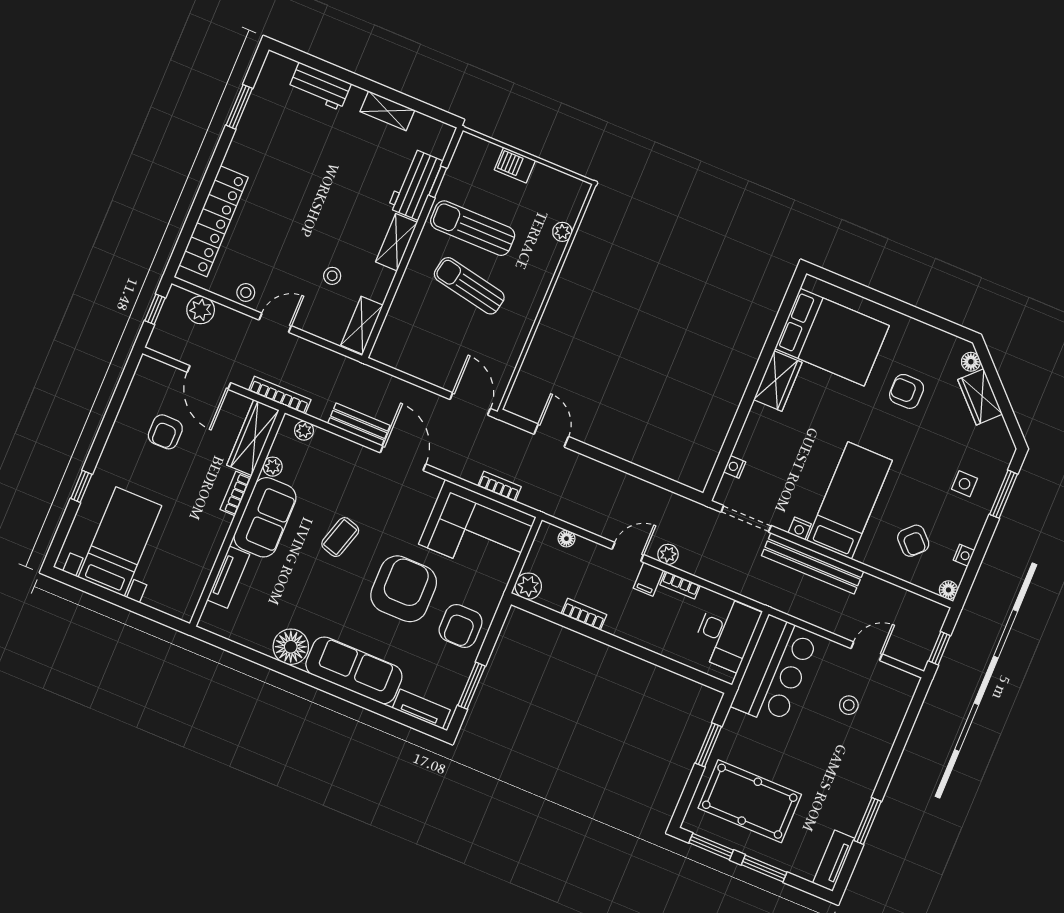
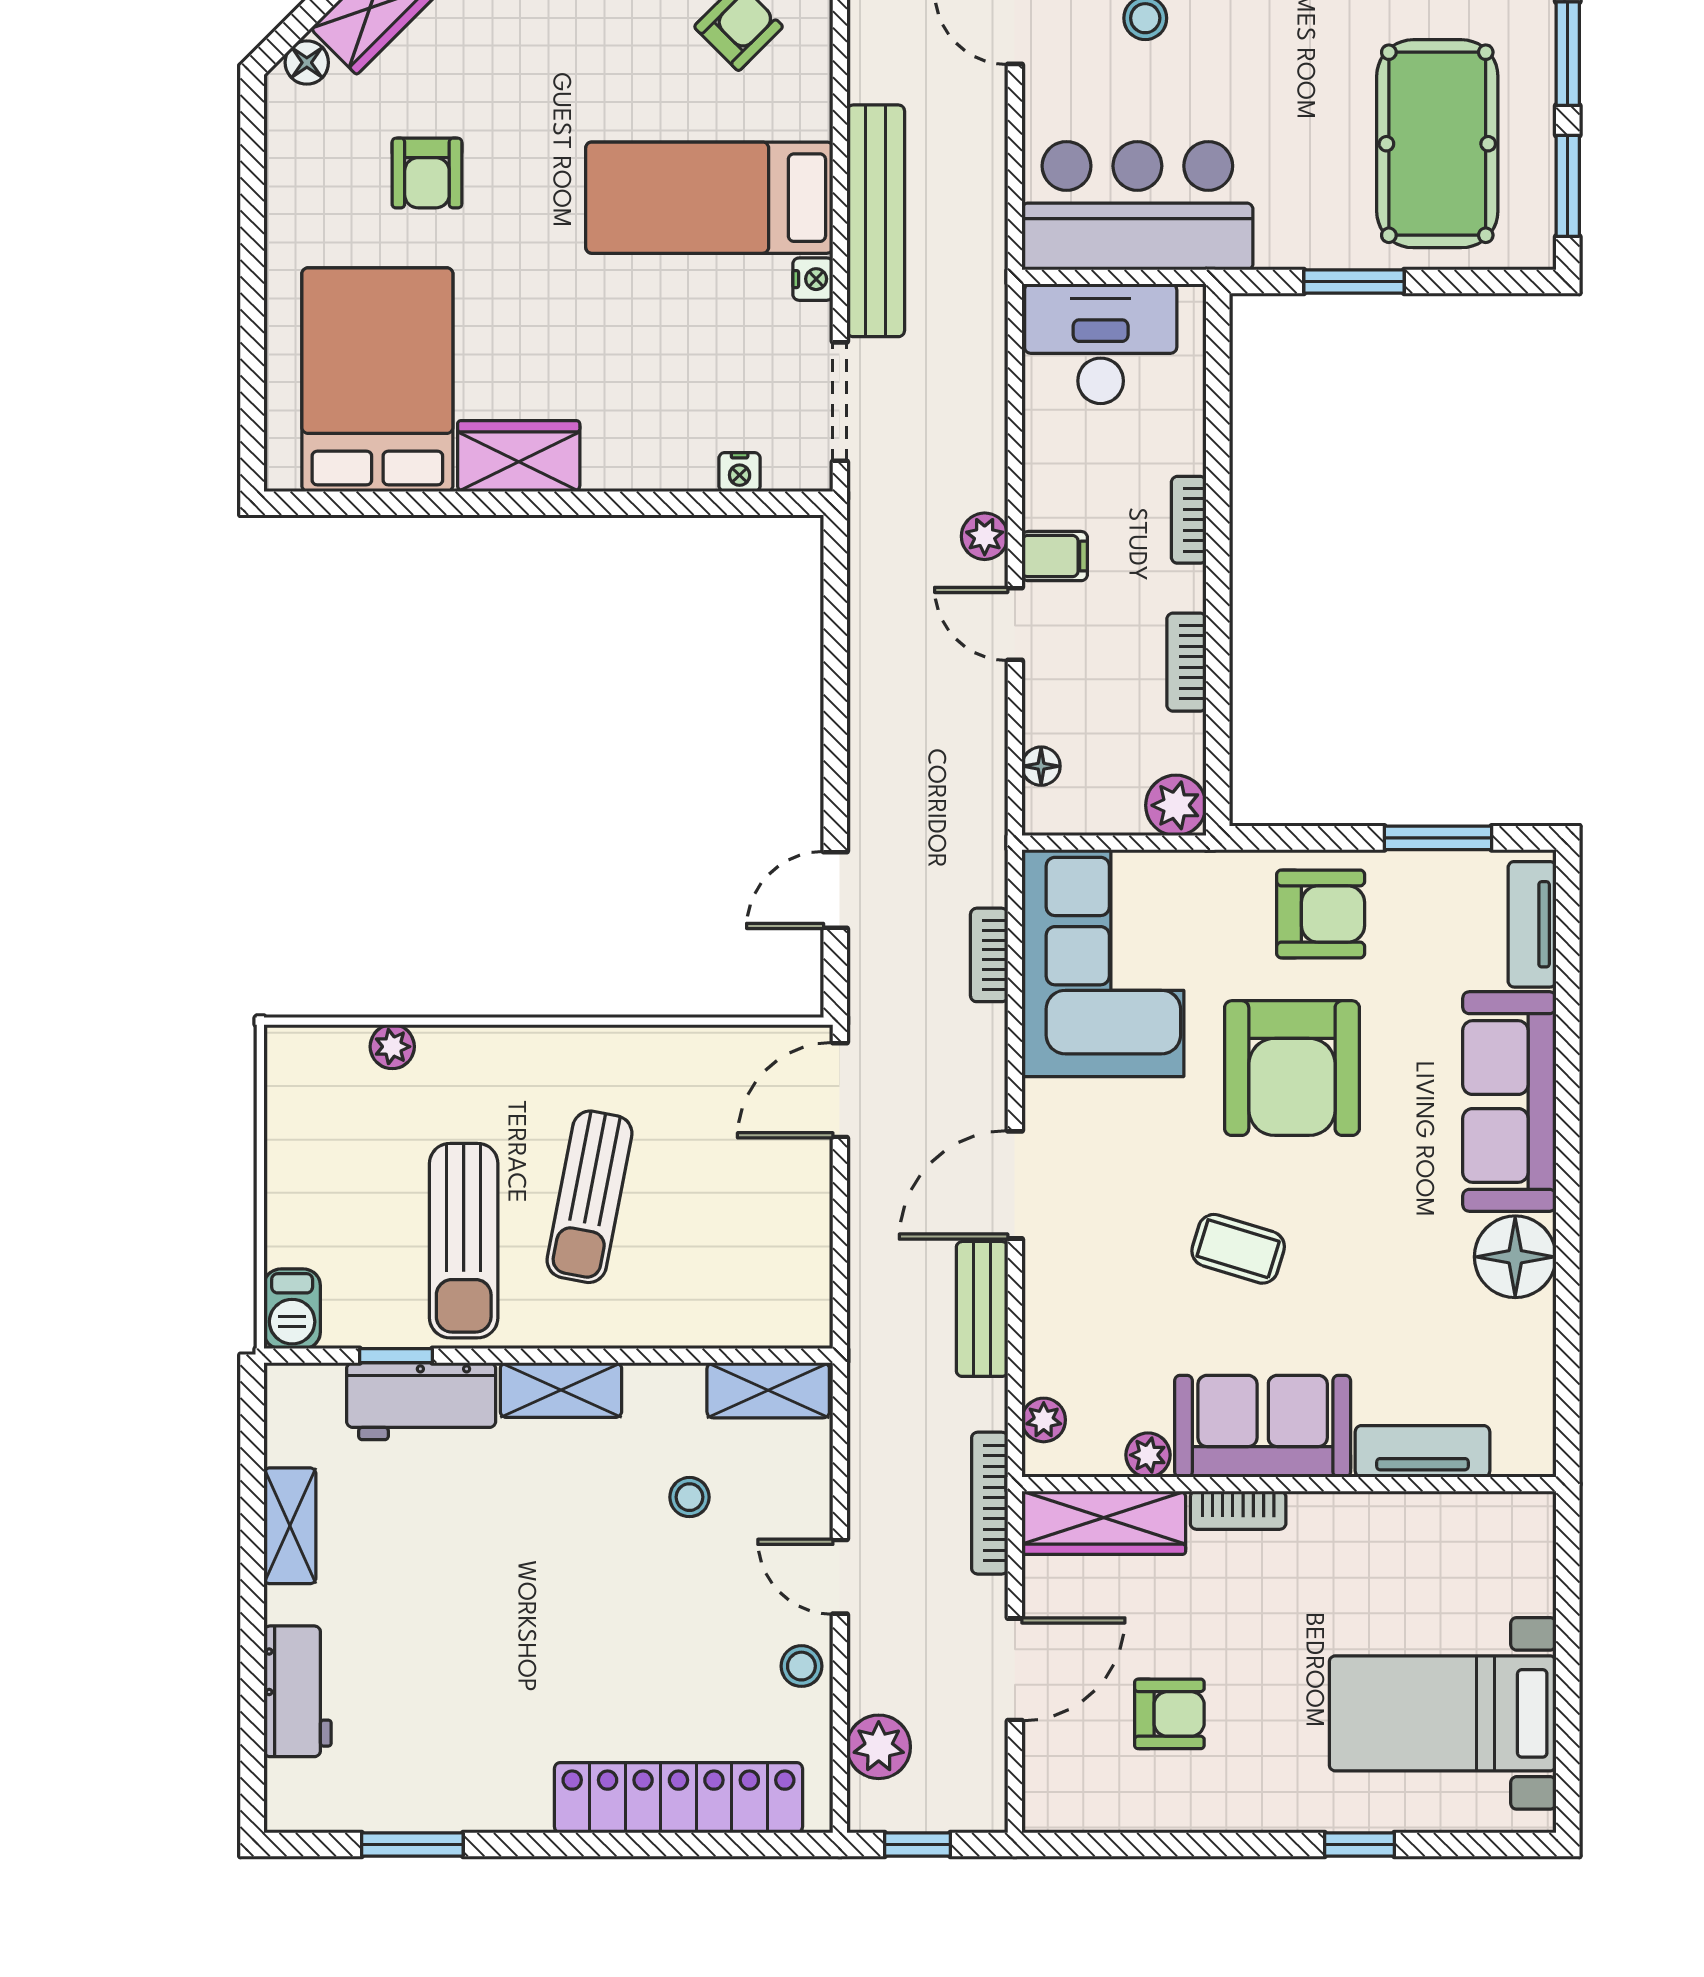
barbecue: (515, 165) -> (292, 1309), moved
bookcase: (680, 585) -> (1189, 520), moved, turned 180
armchair: (404, 589) -> (1292, 1068), turned -90

